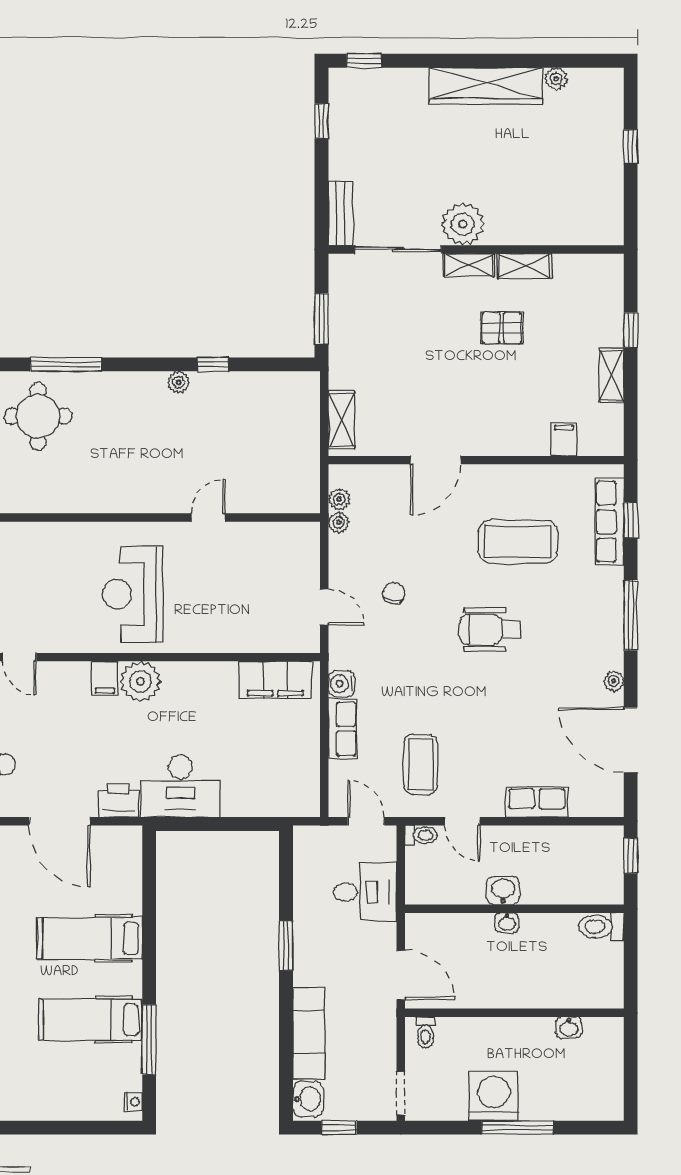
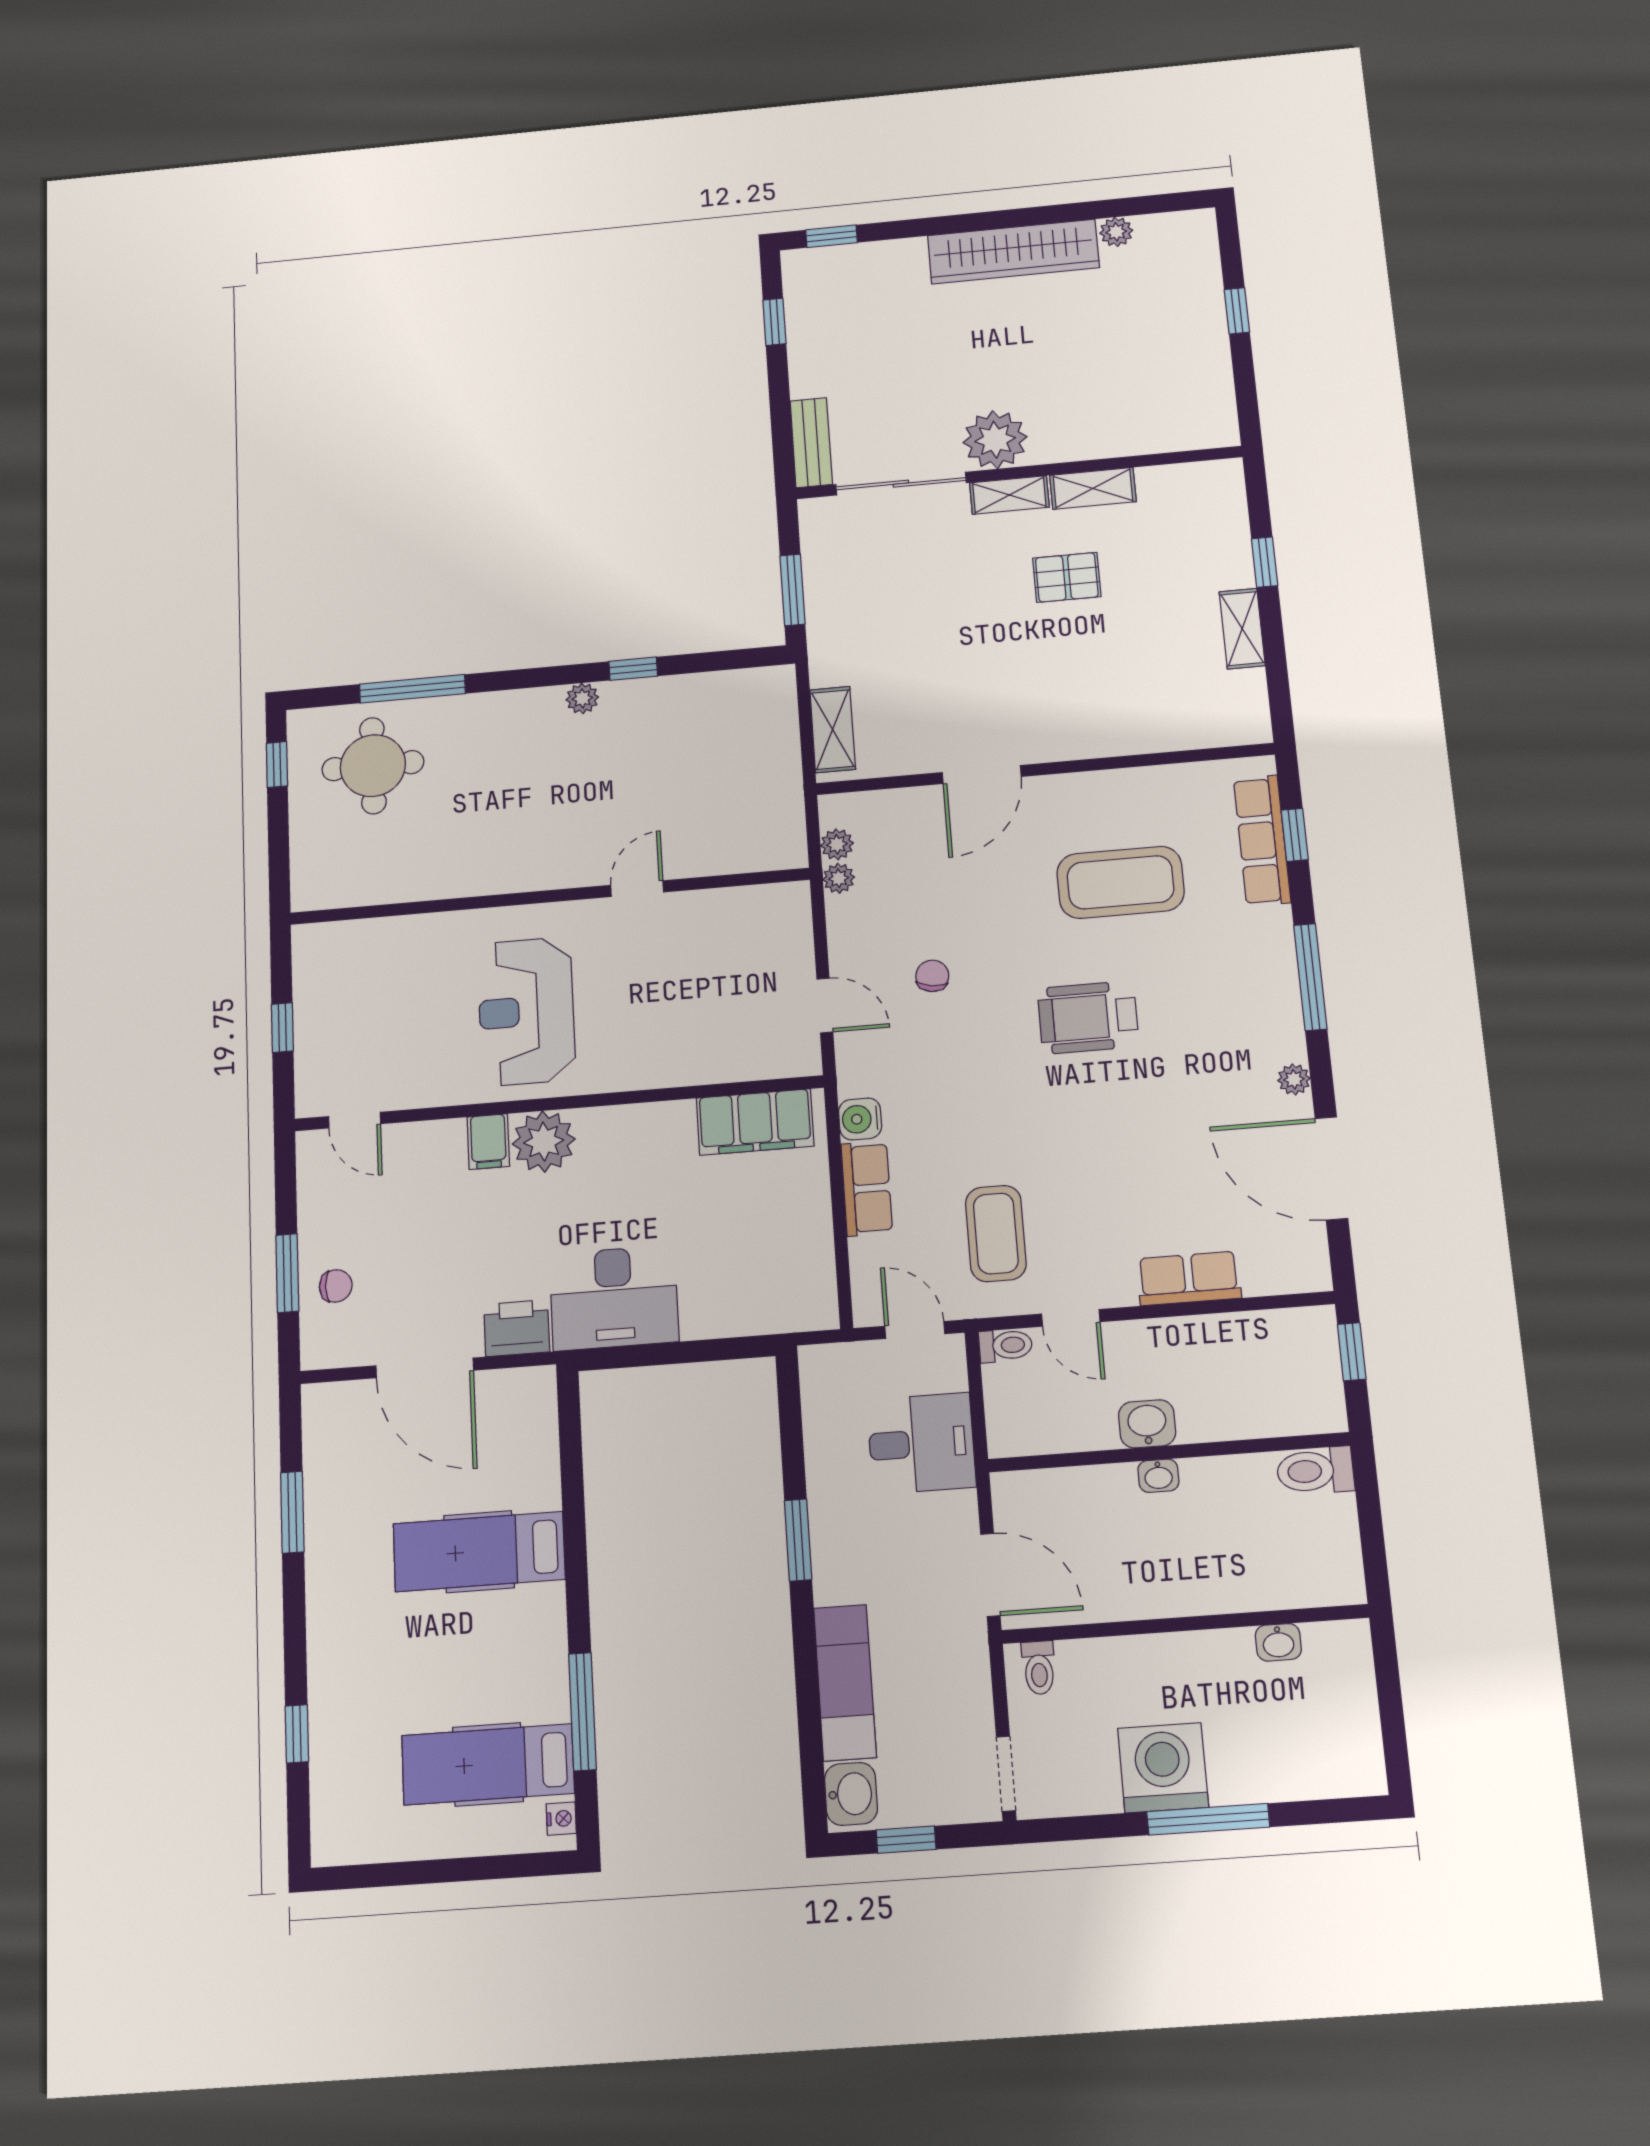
filing cabinet: (564, 439) -> (1178, 727), removed
hospital bed: (90, 1020) -> (488, 1764), moved

